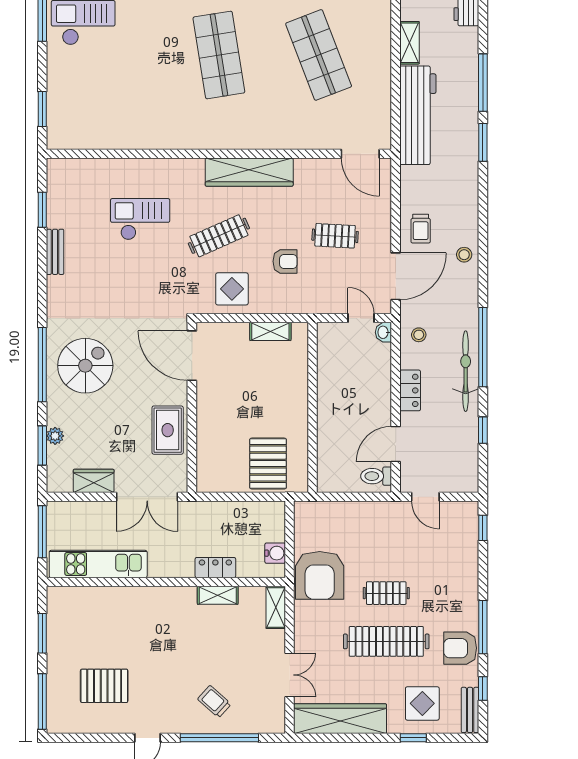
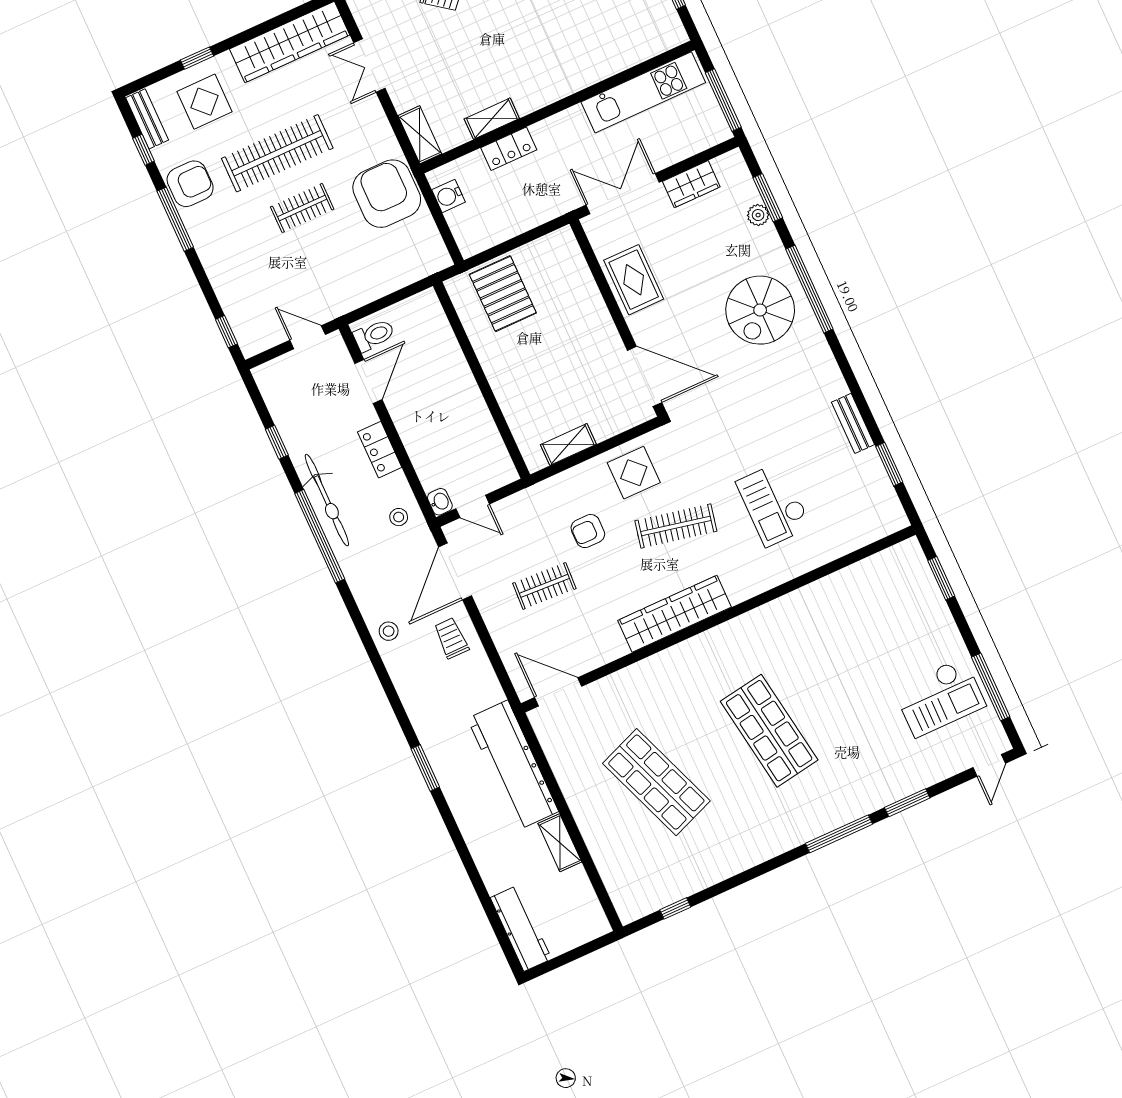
window: (483, 83) -> (456, 836), removed
checkout: (140, 219) -> (774, 504), turned 90
clothes rail: (219, 236) -> (676, 526), turned 36

